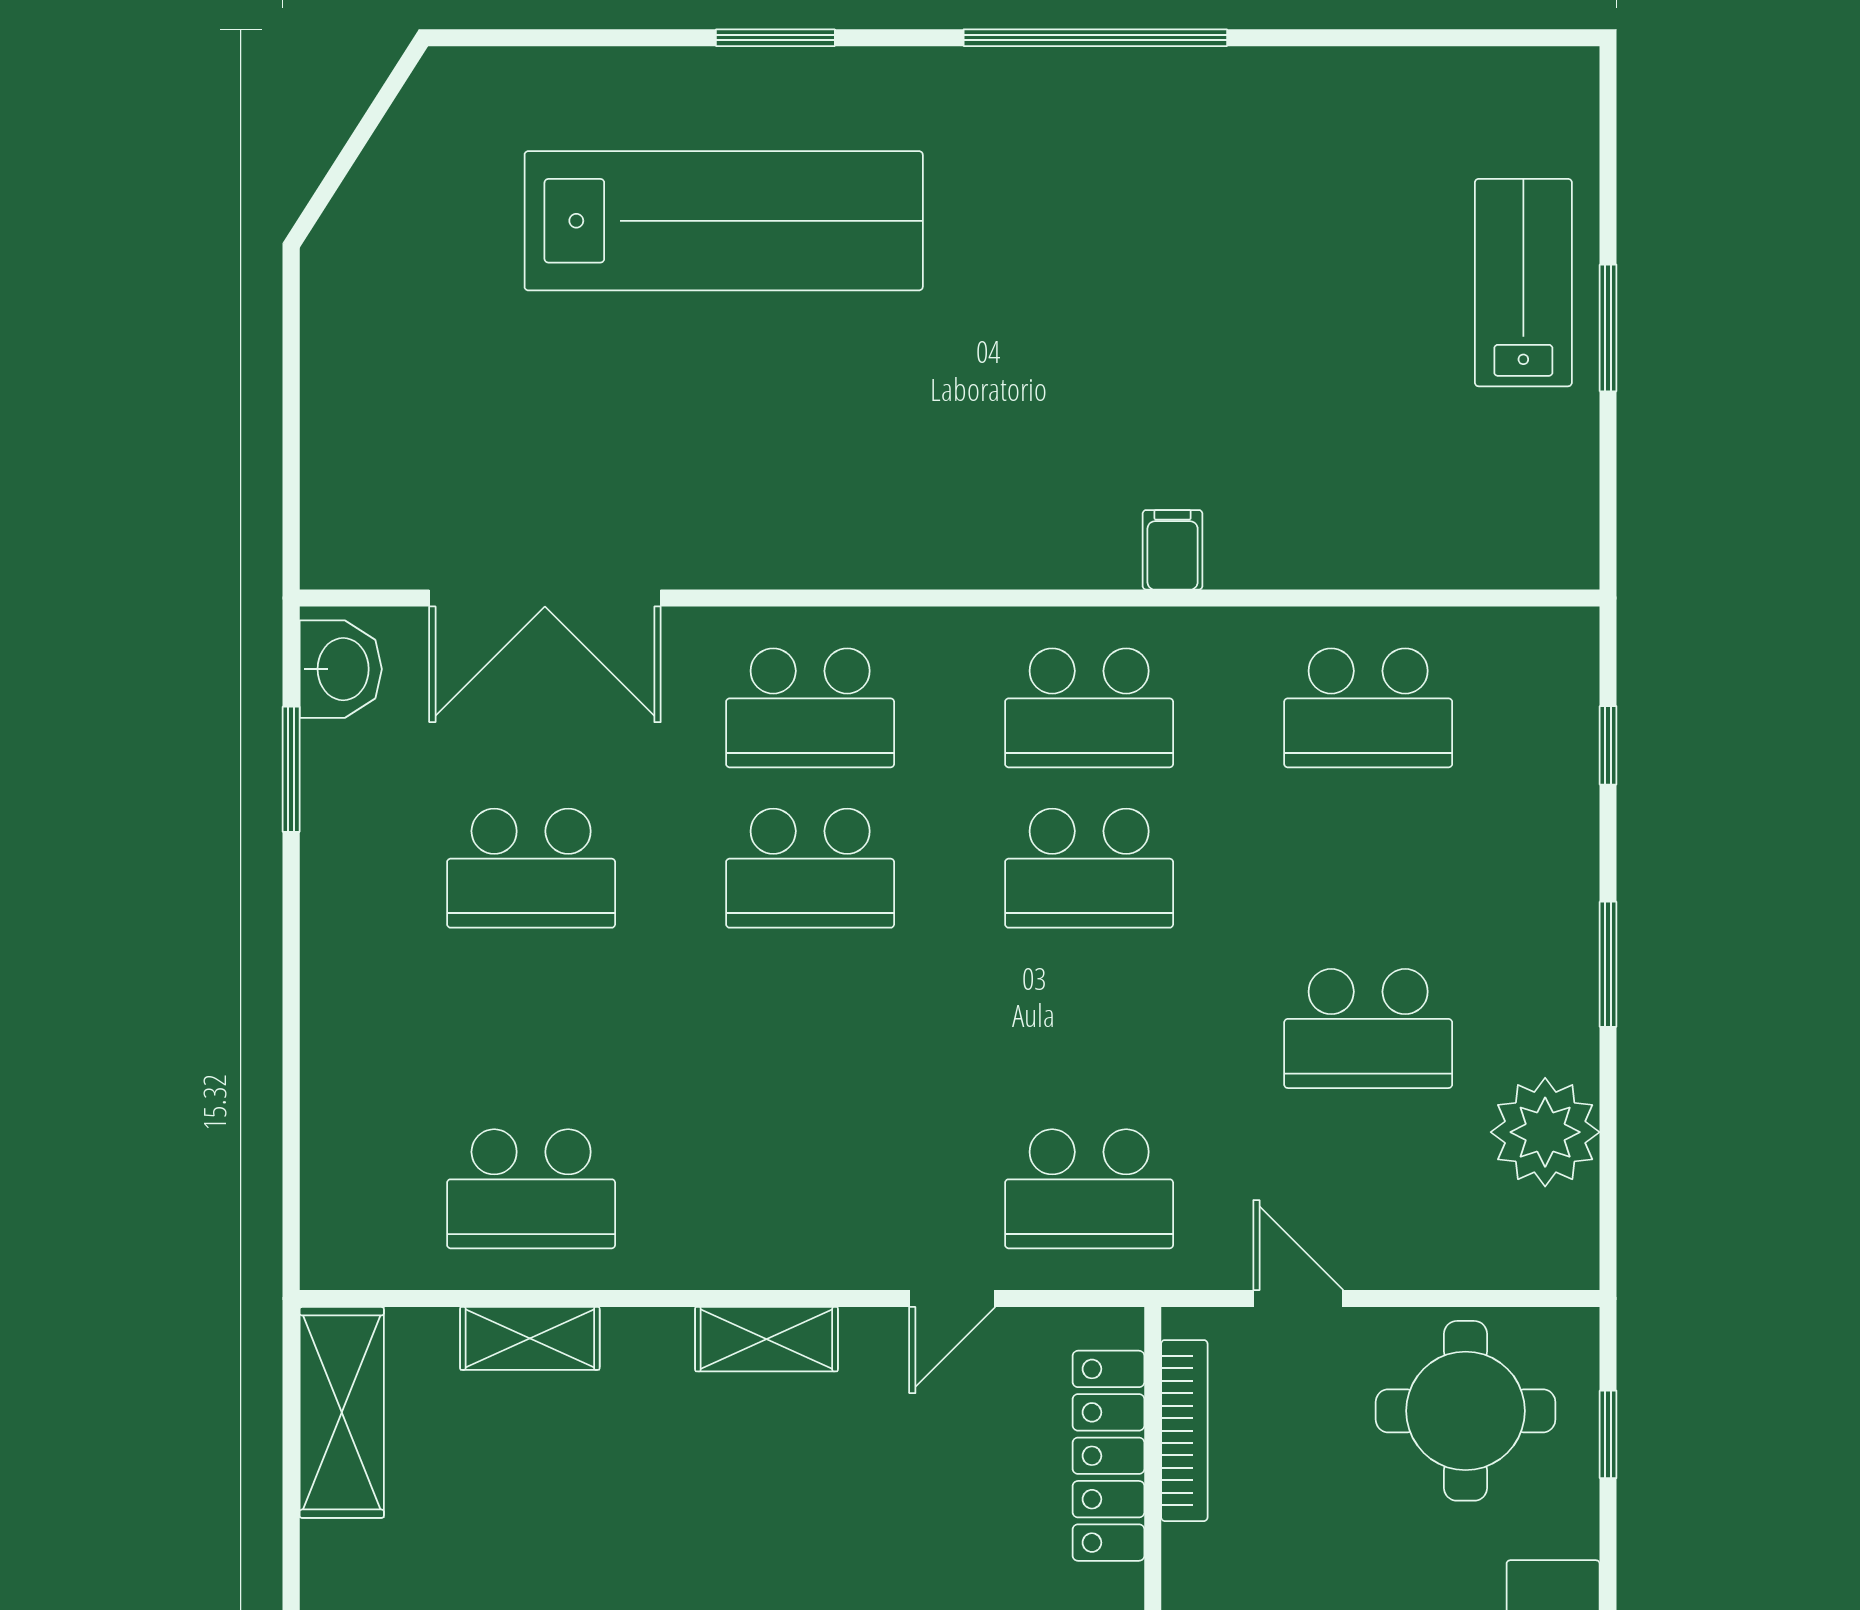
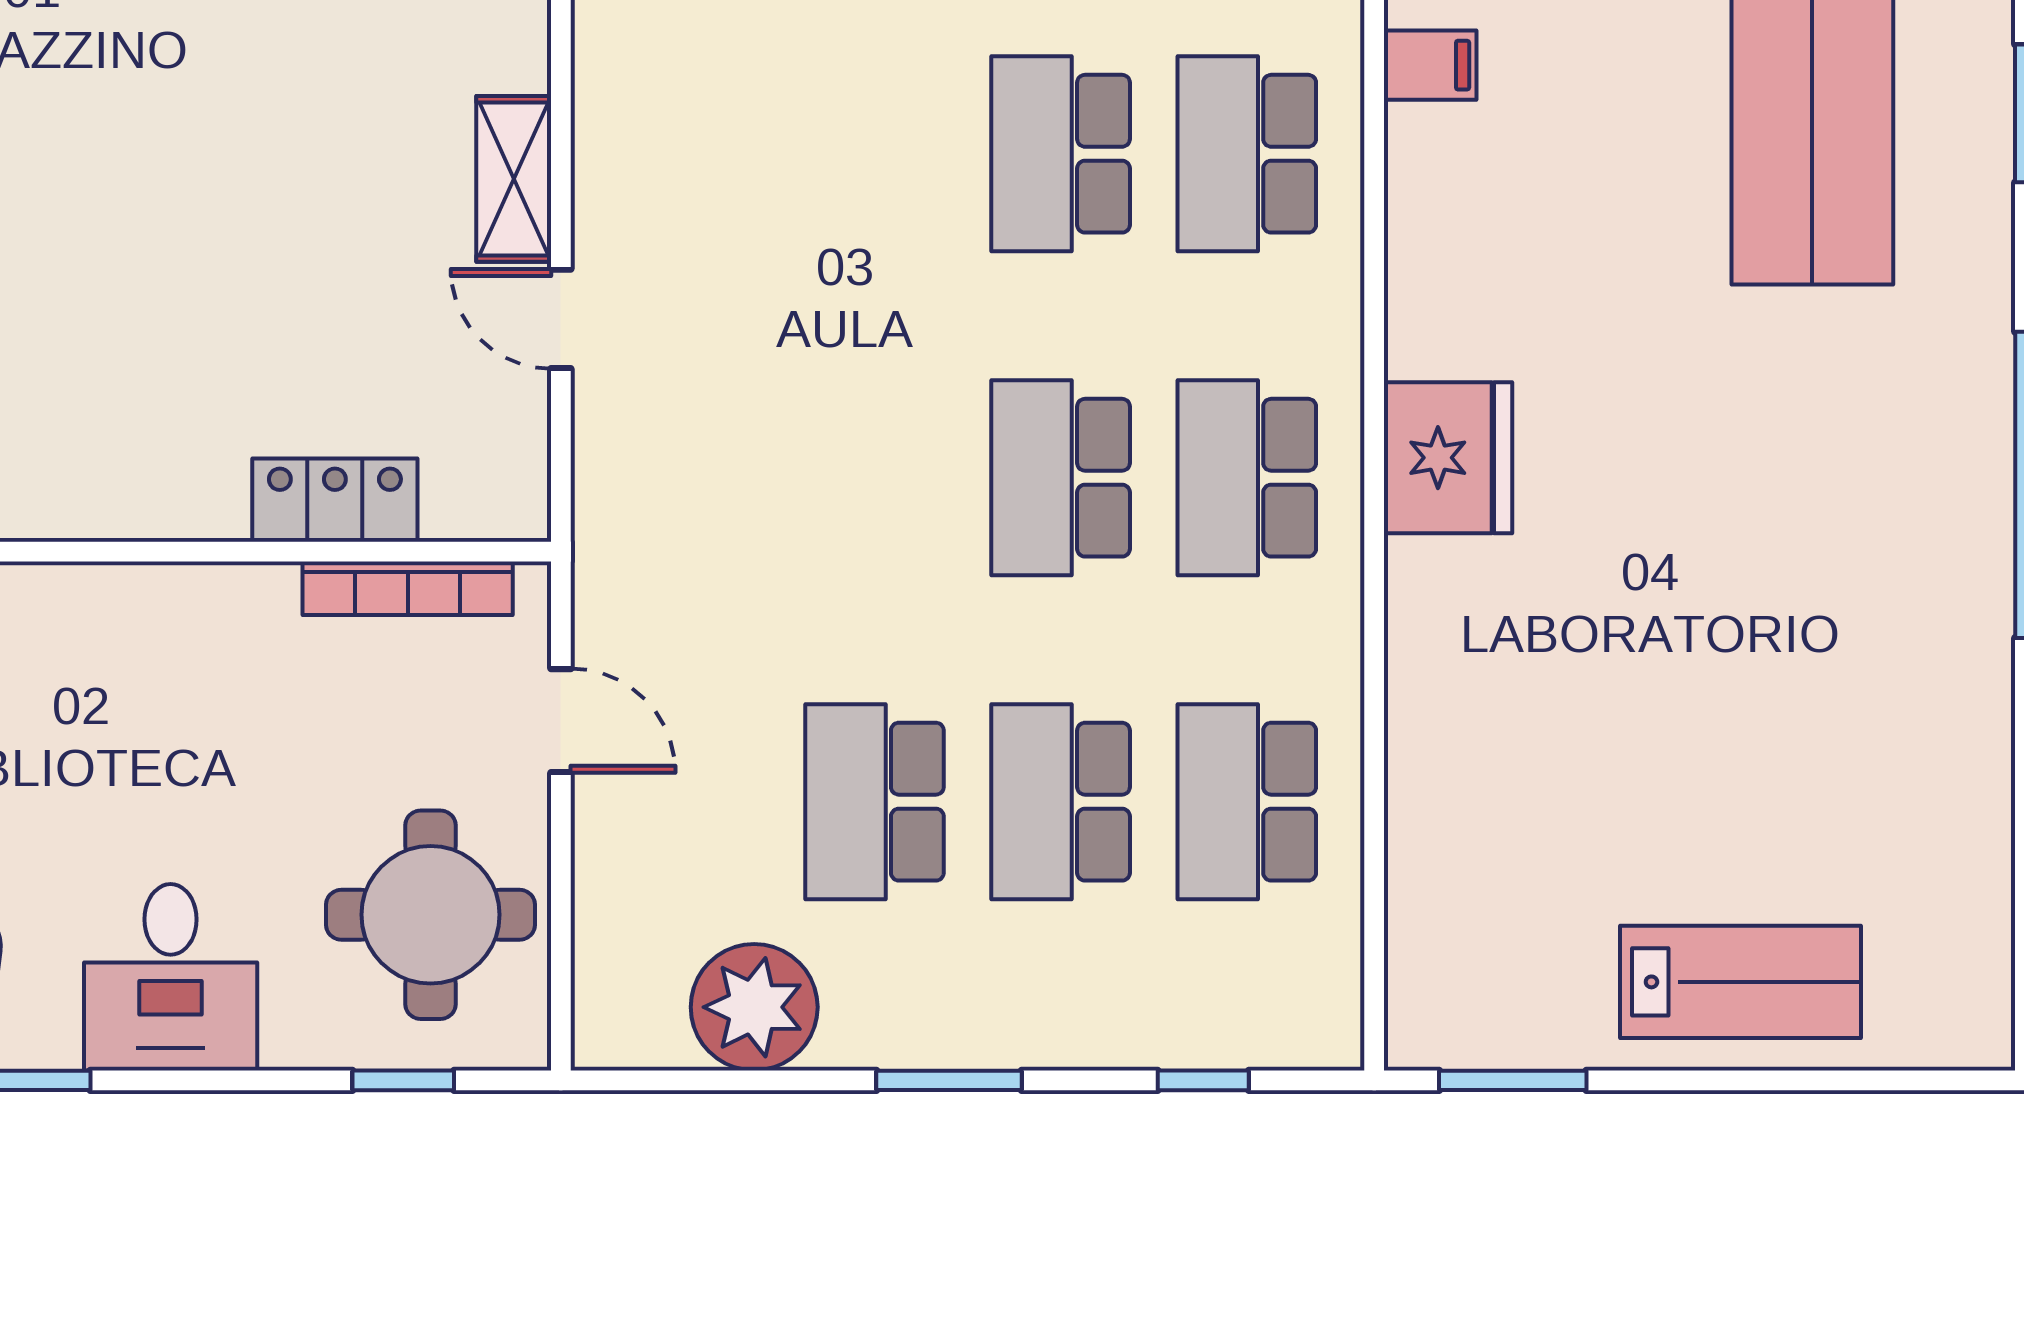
window: (1608, 328) -> (1513, 1080), moved
fridge: (1072, 534) -> (1448, 458), added
filing cabinet: (1173, 550) -> (1430, 65), moved
school desk: (1089, 1189) -> (1061, 802), moved
door: (1298, 1299) -> (561, 721), hinge flipped
shelving: (766, 1339) -> (514, 179), moved
locker: (1108, 1456) -> (335, 500), width x0.66

